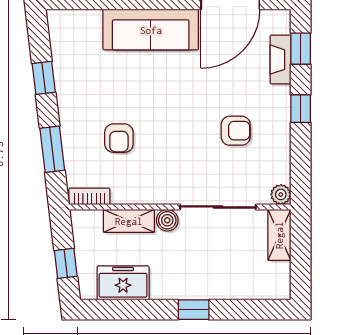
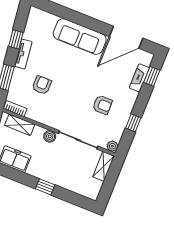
tv unit: (66, 98) -> (23, 54), added
window: (301, 109) -> (133, 123), moved
armchair: (119, 138) -> (42, 85), turned 180
shelving: (129, 221) -> (20, 125), moved

